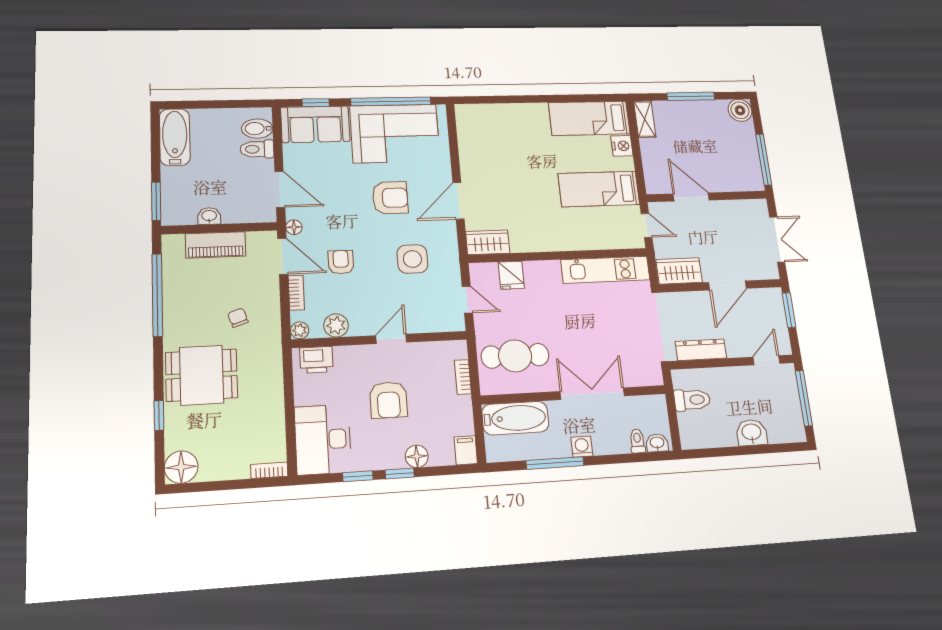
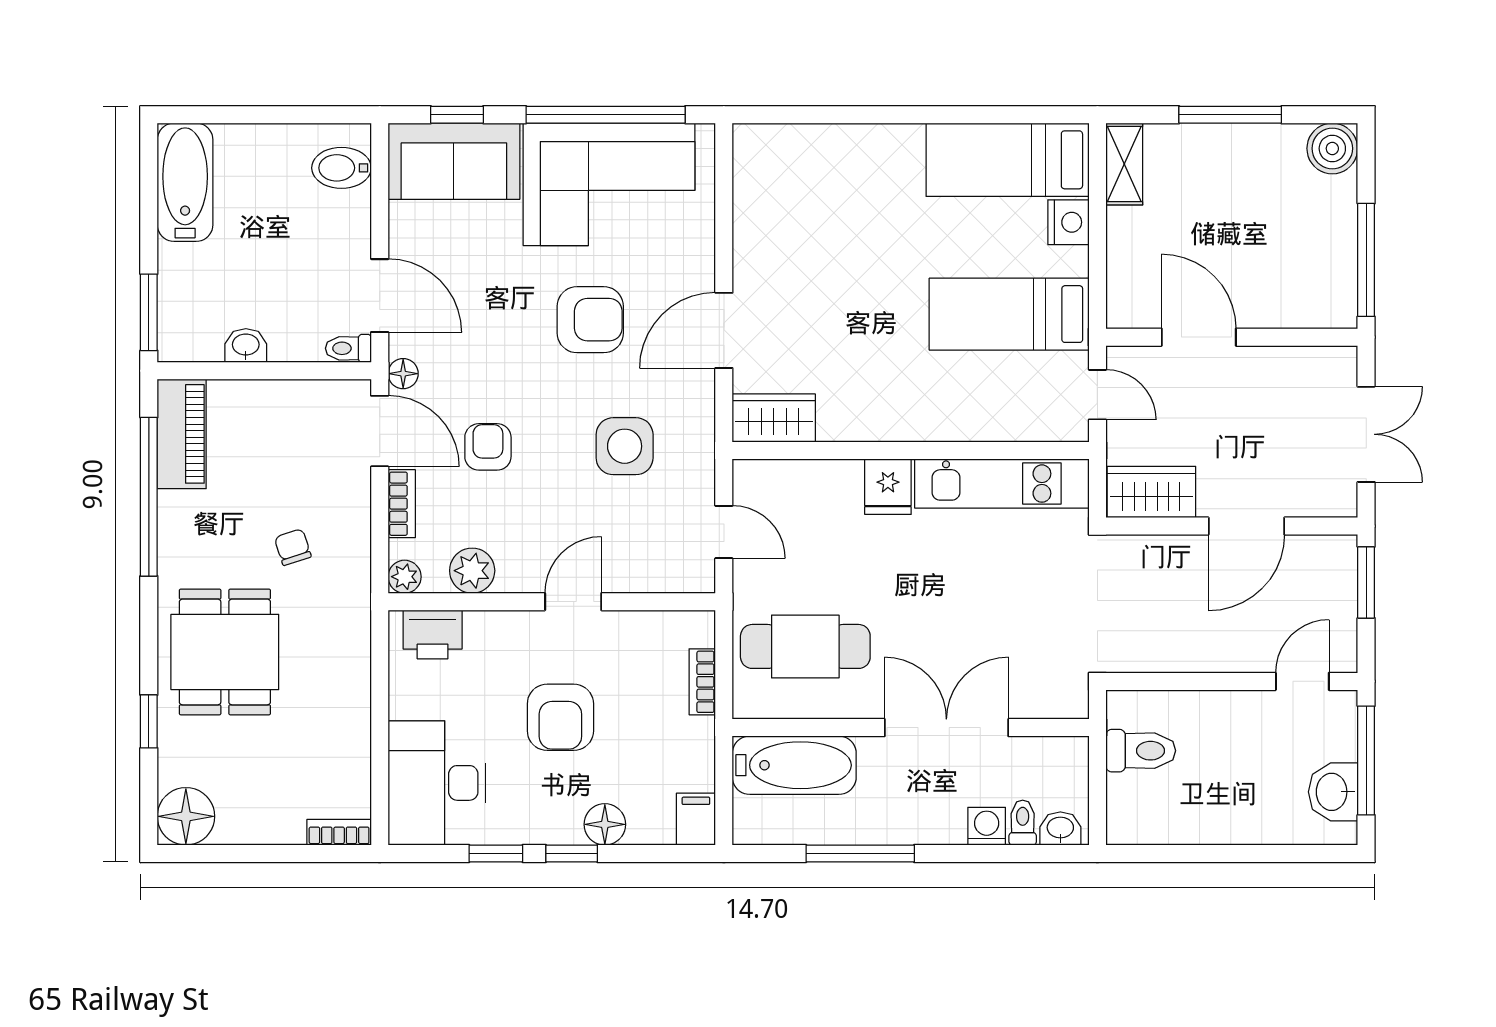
toilet: (257, 149) -> (348, 348), moved, width x0.73, depth x0.72
piano: (216, 245) -> (182, 434), moved, turned -90
fridge: (511, 275) -> (888, 487), moved
dresser: (701, 350) -> (1172, 654), removed
dining table: (202, 375) -> (225, 652), turned 90
washbasin: (752, 433) -> (1333, 792), moved, turned -90
washing machine: (582, 447) -> (987, 826), moved

